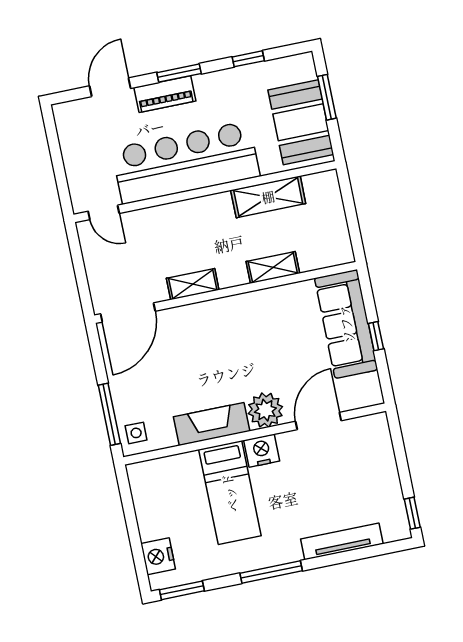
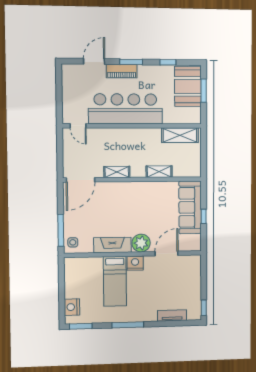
booth: (301, 122) -> (188, 86), moved
shelving: (268, 197) -> (180, 135), moved
tv unit: (342, 541) -> (172, 315), width x0.71

